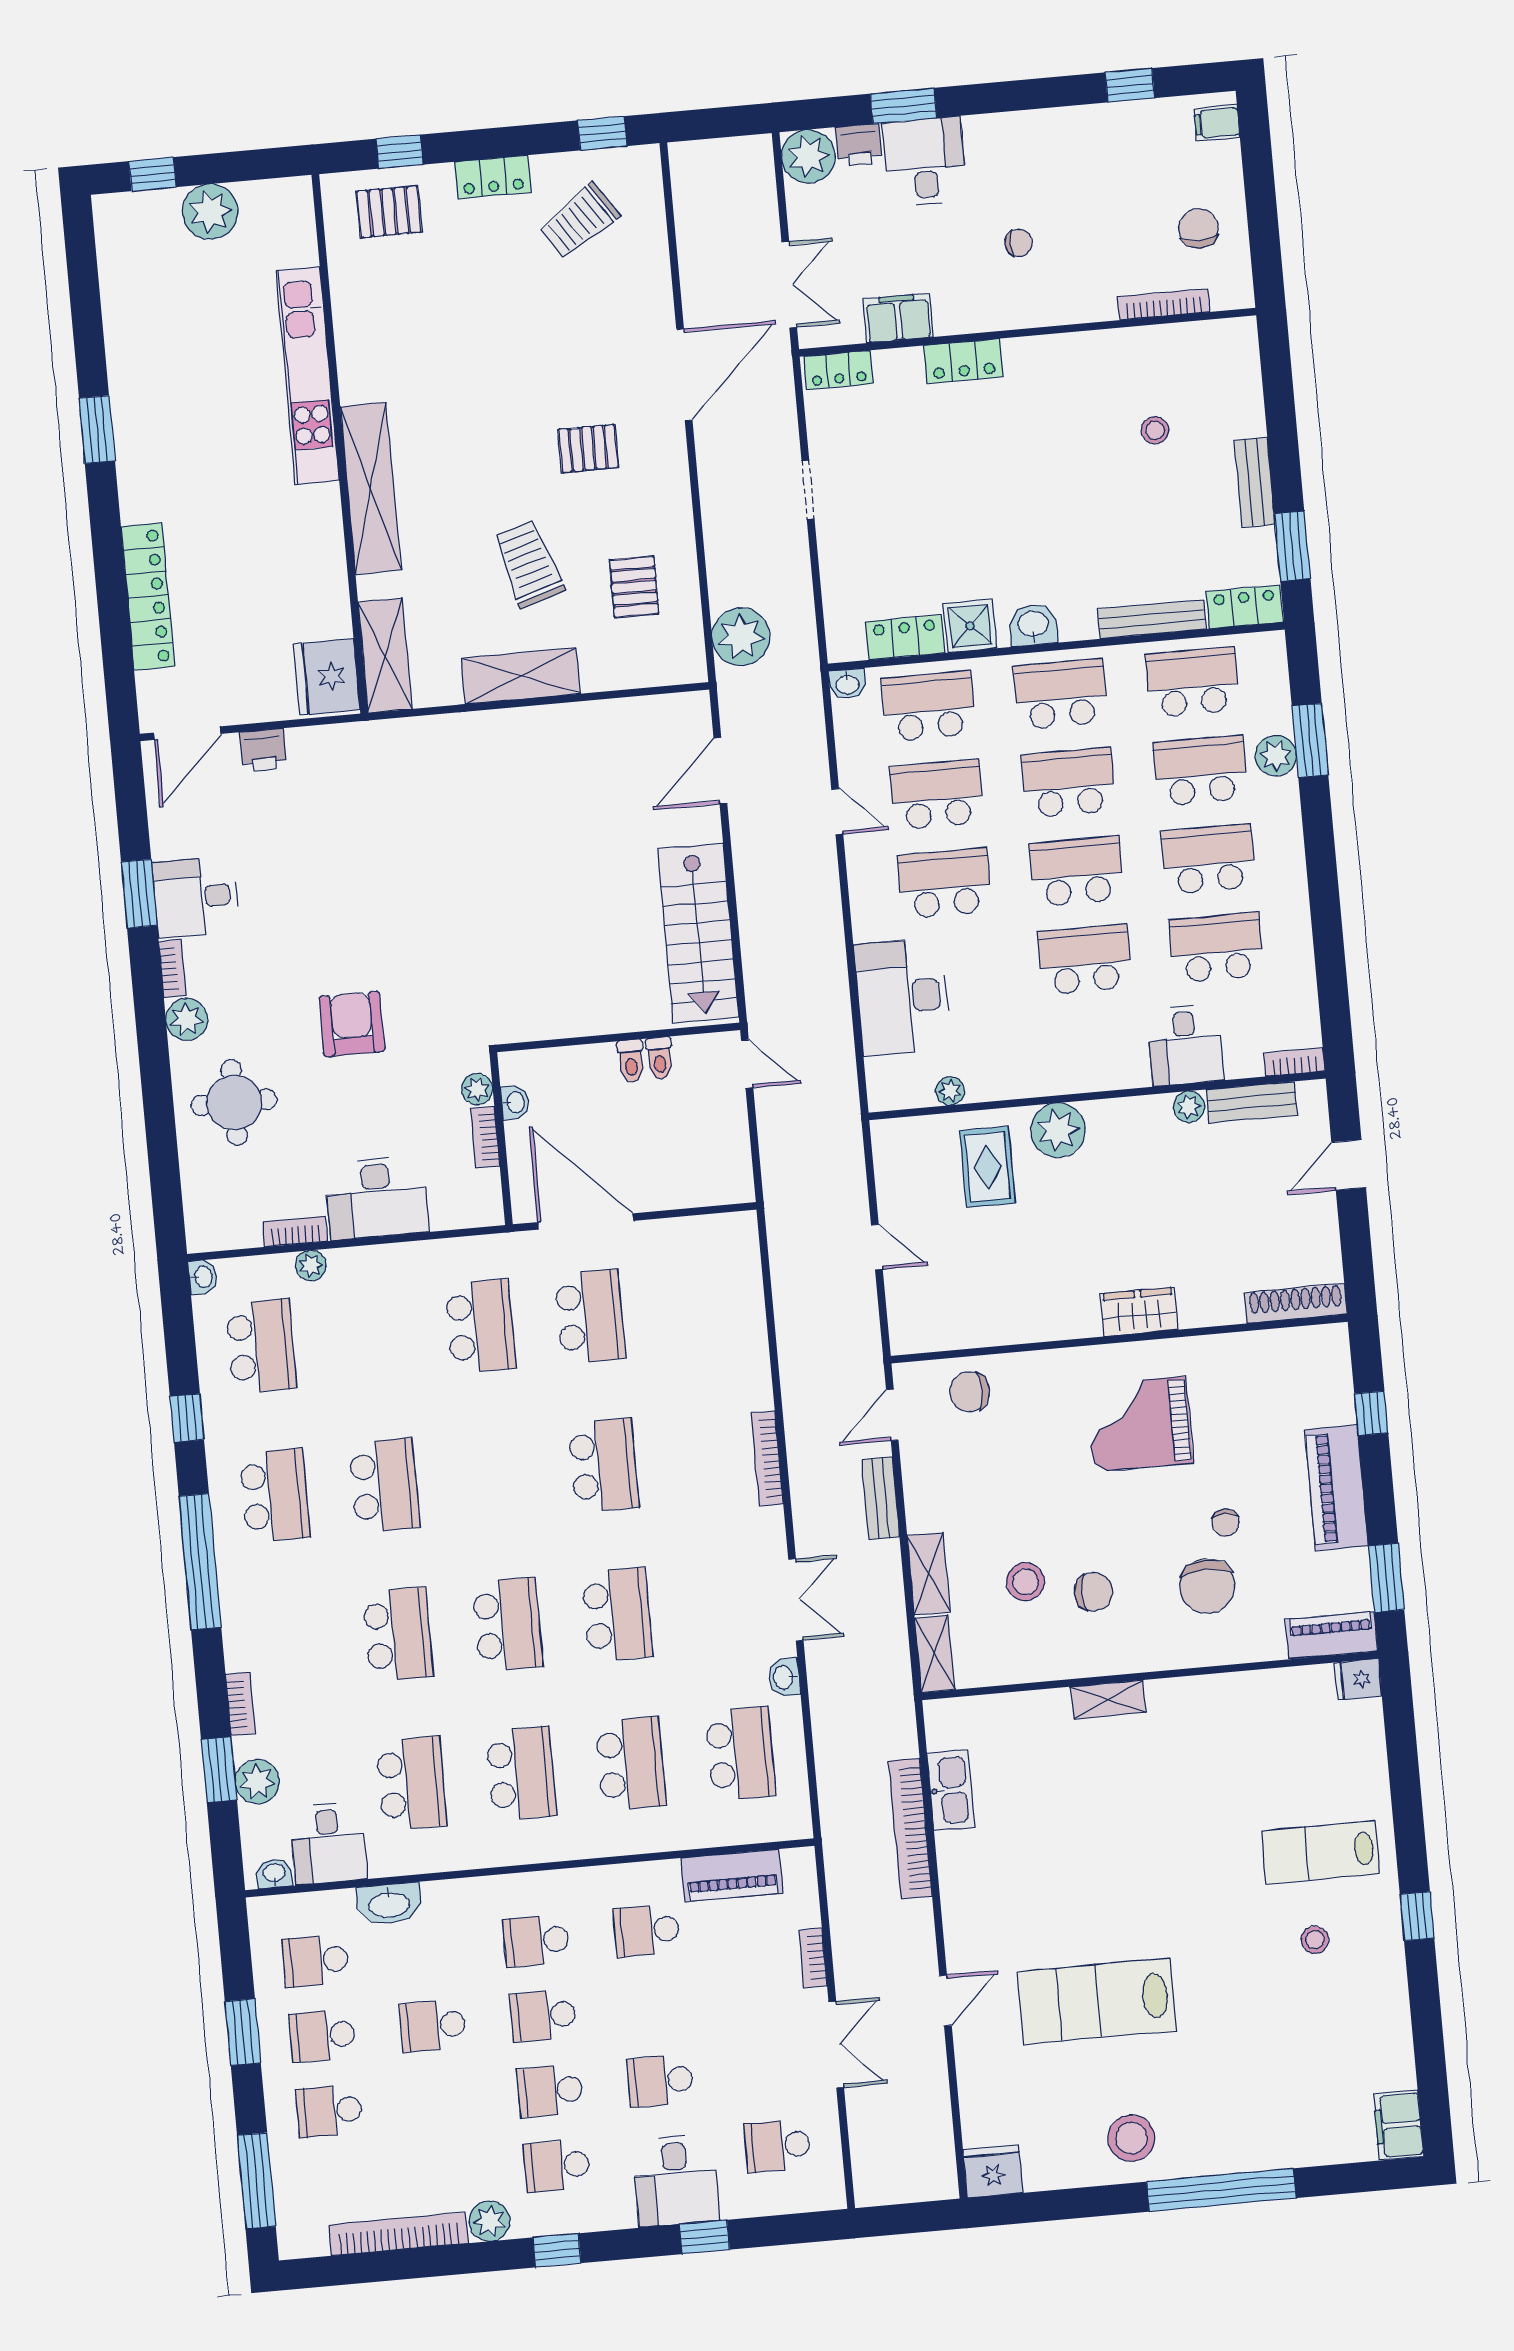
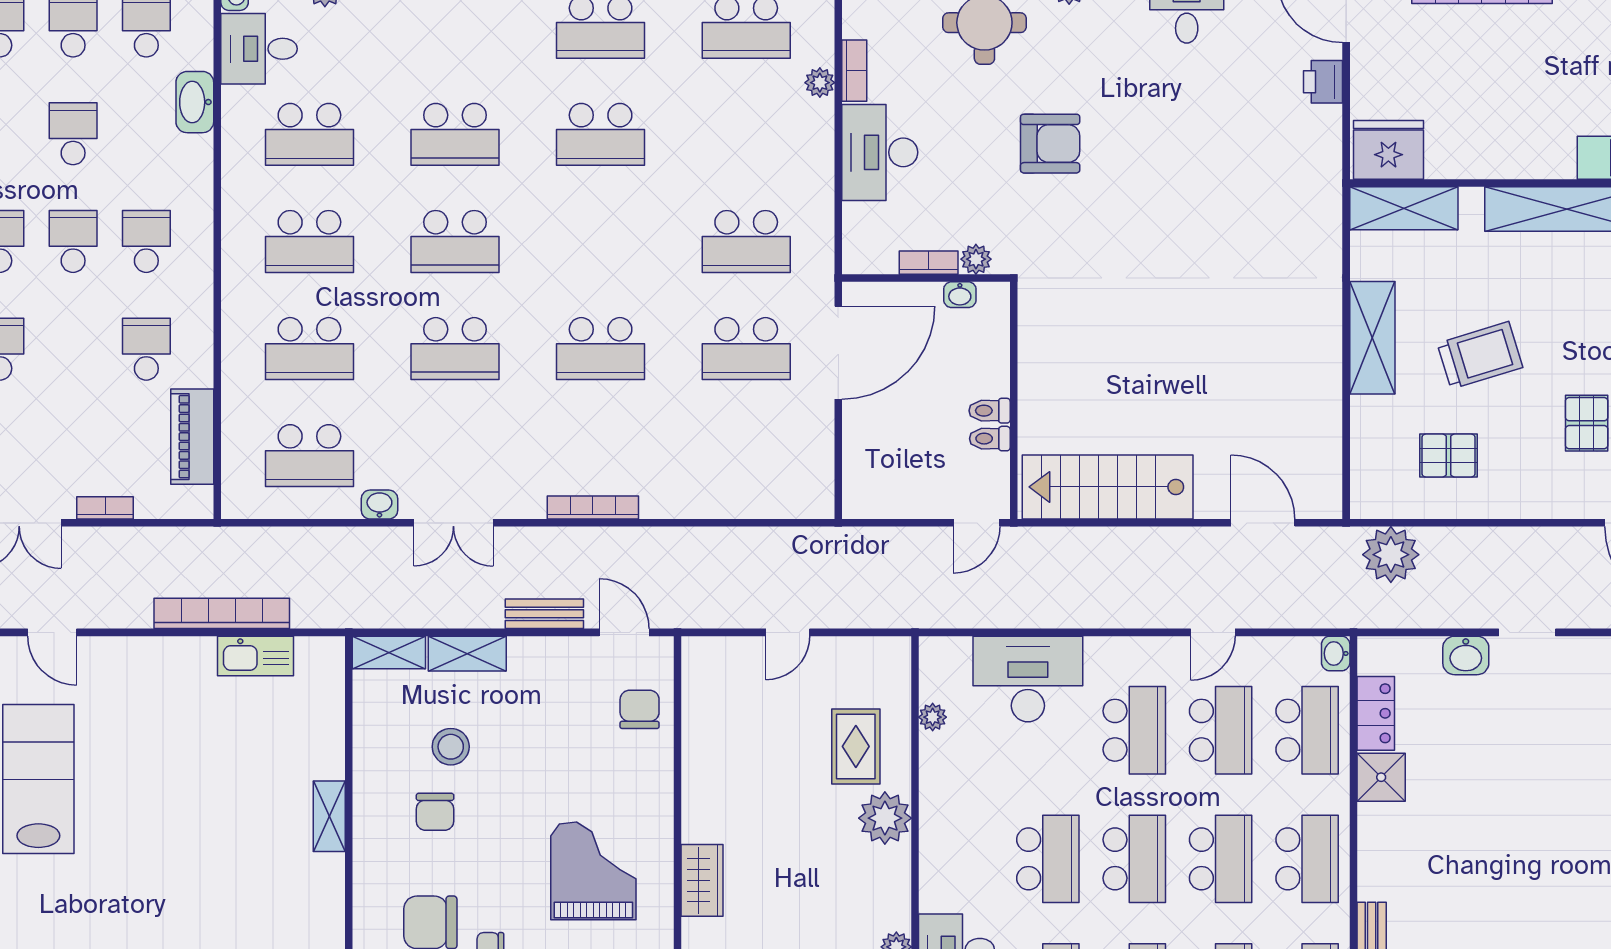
washbasin: (1033, 625) -> (1466, 655), moved, turned 90
rug: (987, 1167) -> (856, 746), turned 90

